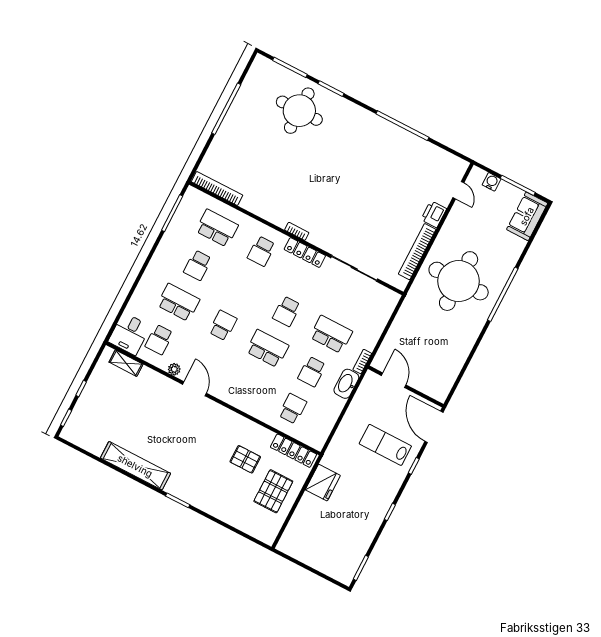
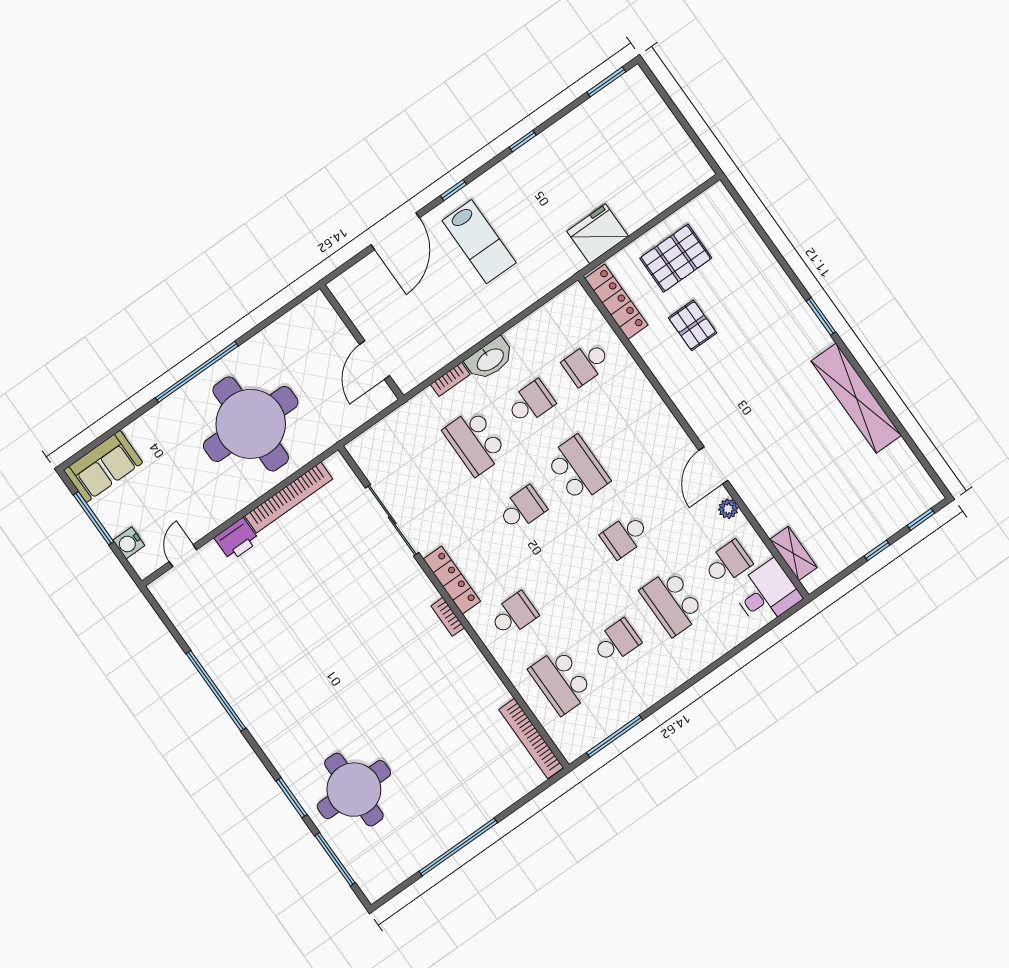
school desk: (267, 348) -> (578, 469), turned 180
door: (394, 380) -> (375, 360), moved
wall: (406, 386) -> (362, 342), moved

